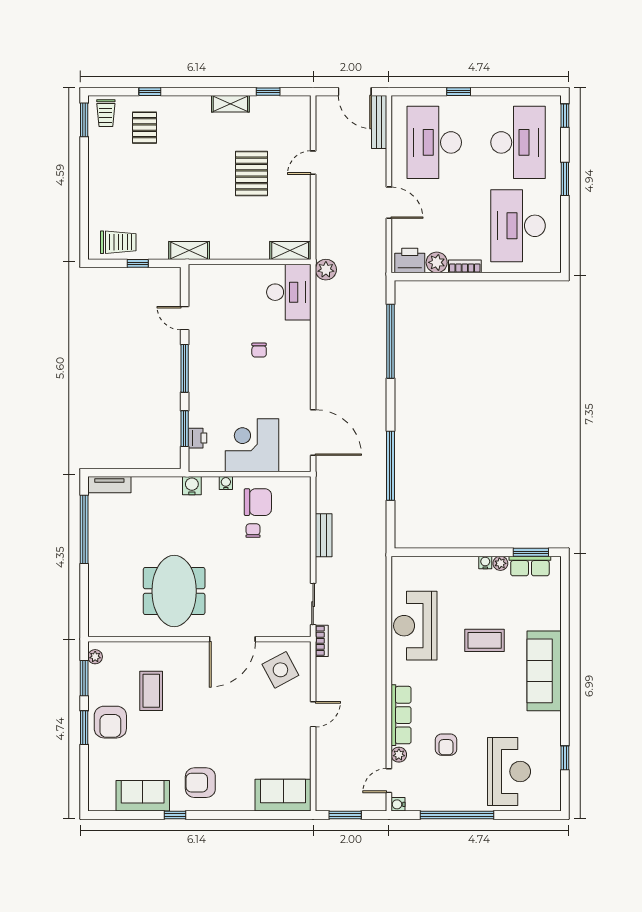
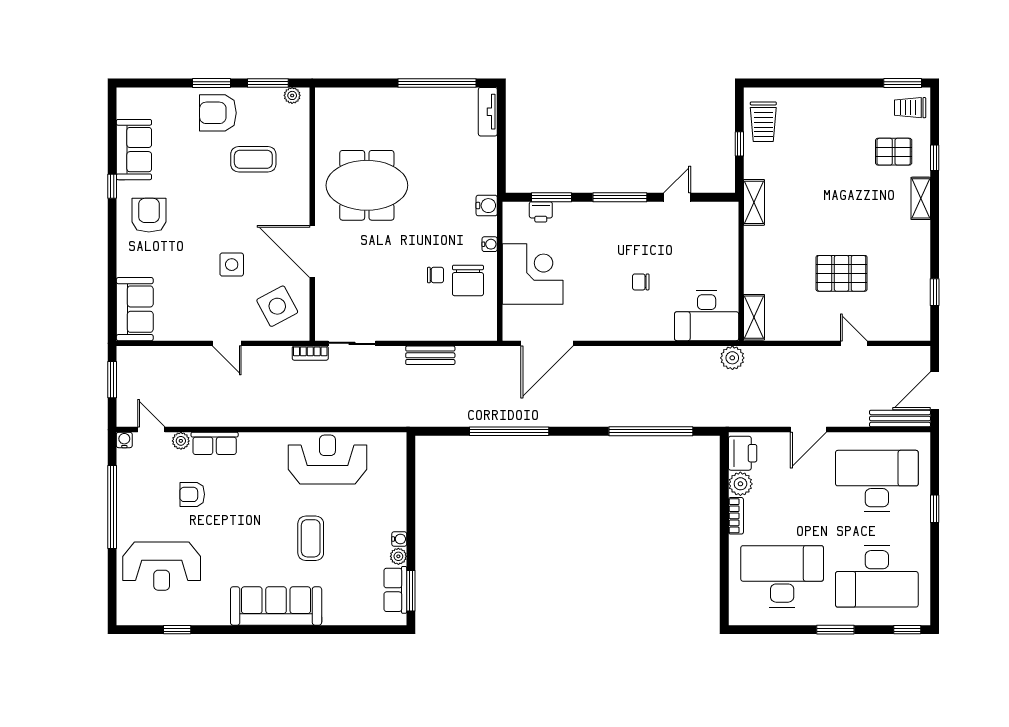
shelving: (230, 104) -> (921, 198), moved
side table: (244, 710) -> (232, 265), added
row of seats: (401, 715) -> (215, 443), width x0.68

